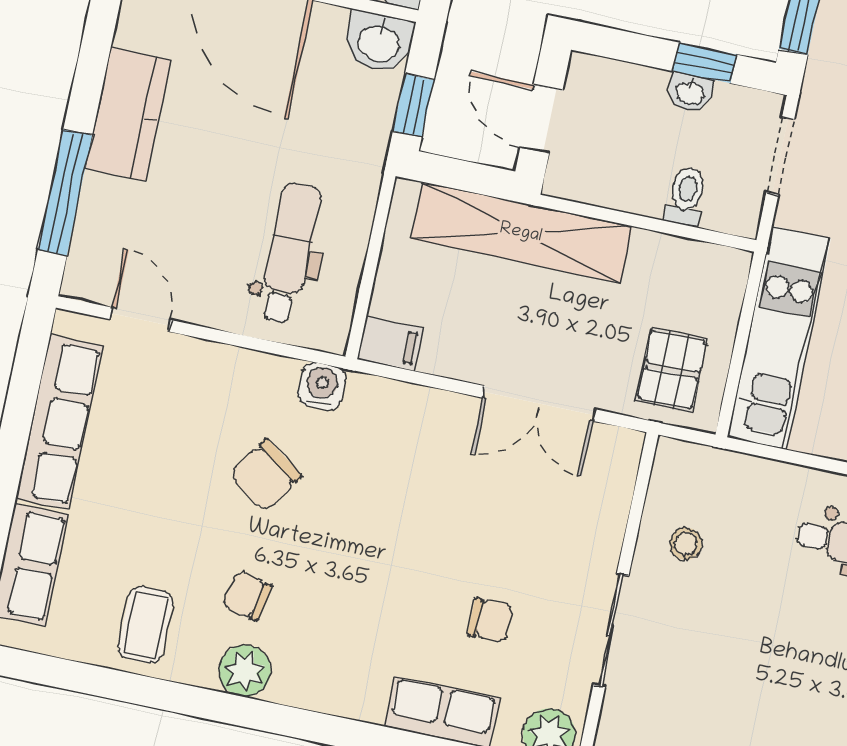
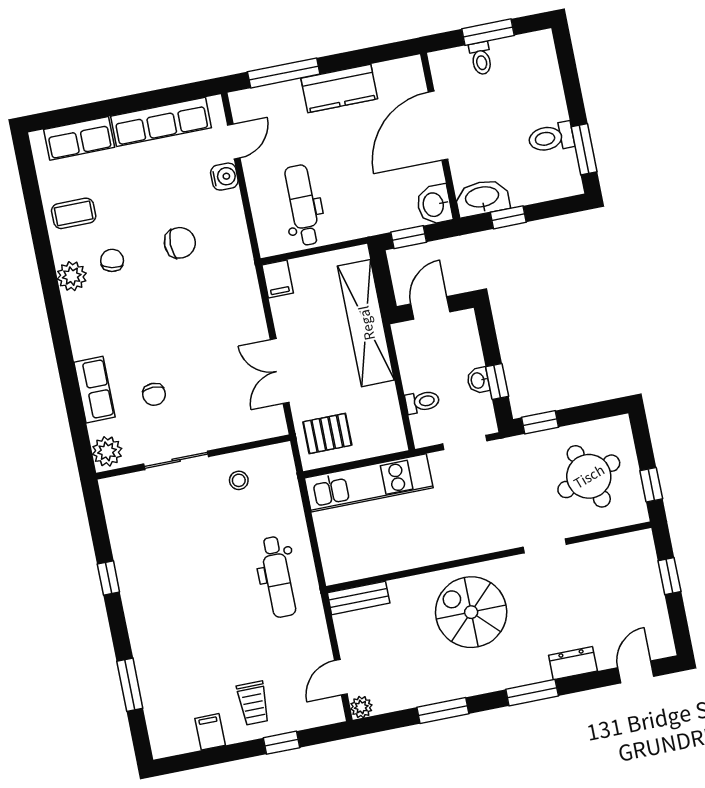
dental chair: (290, 253) -> (303, 205), turned -90
water cooler: (322, 386) -> (224, 177), moved
chair: (265, 475) -> (180, 243), turned 146

